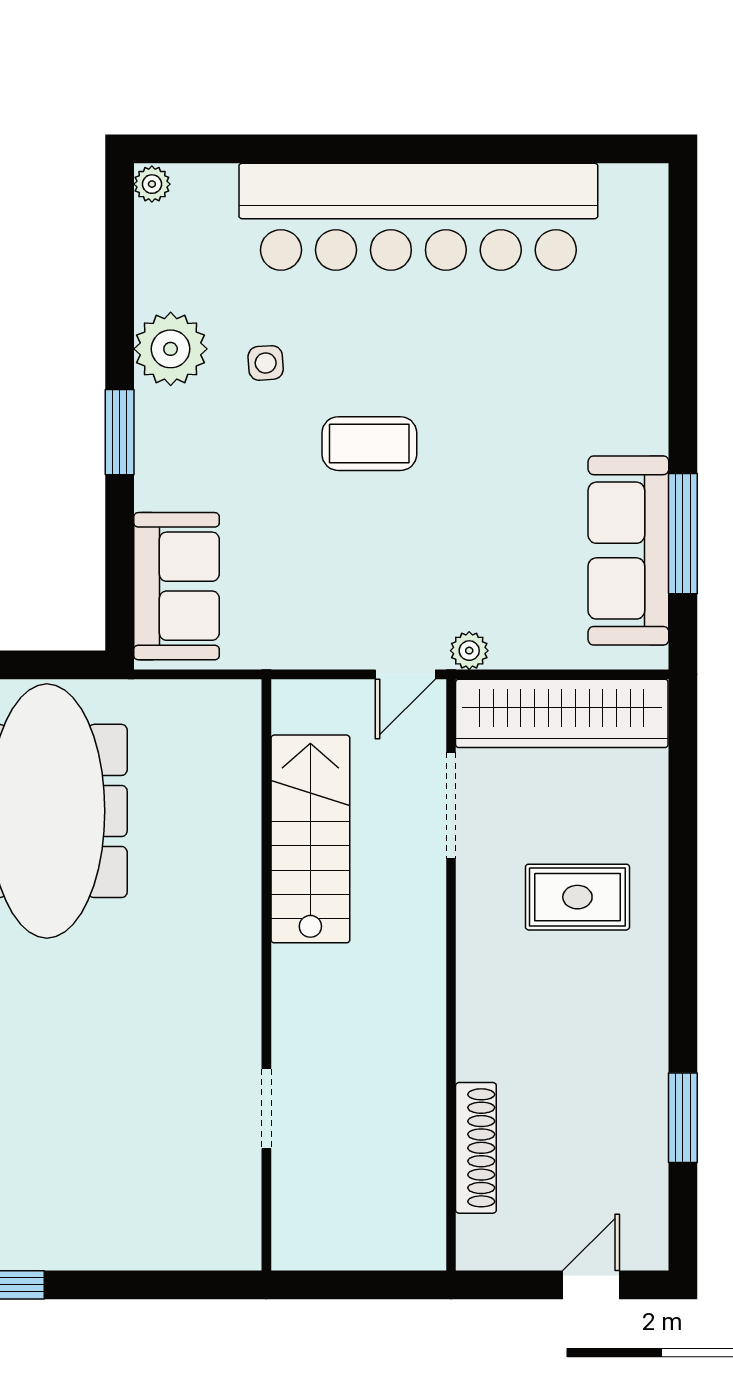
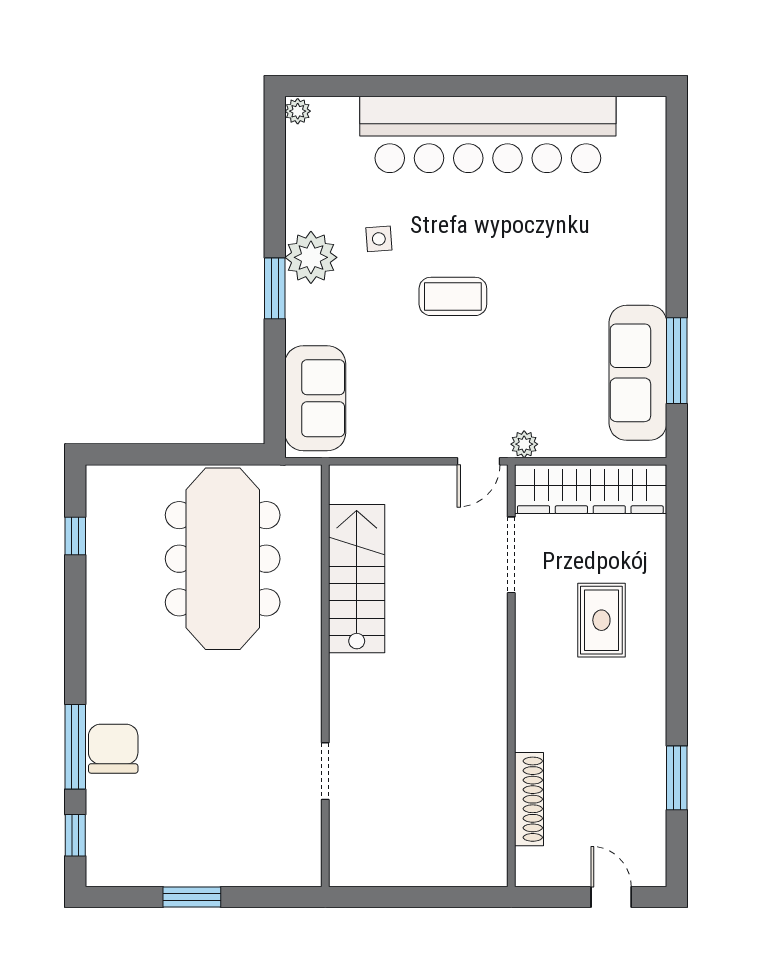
plant: (171, 349) -> (311, 257), moved
stairs: (310, 839) -> (357, 579), moved
rug: (577, 897) -> (601, 620), turned 90
wall: (266, 975) -> (325, 676), moved
doorway: (266, 1109) -> (325, 771), moved
door: (591, 1285) -> (611, 897), hinge flipped

